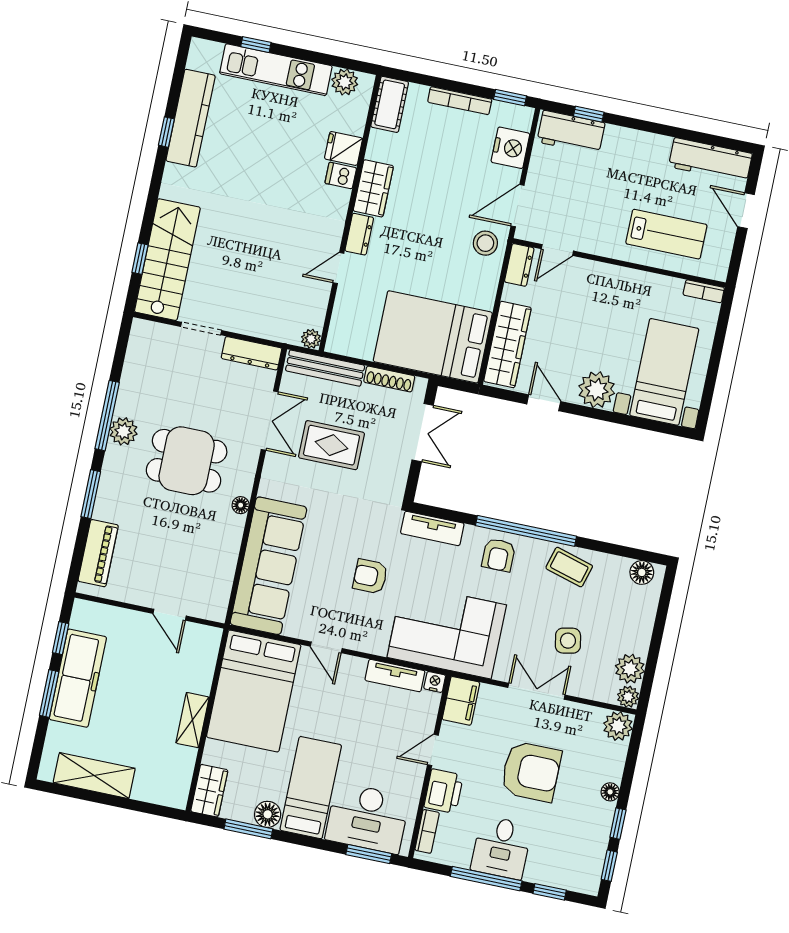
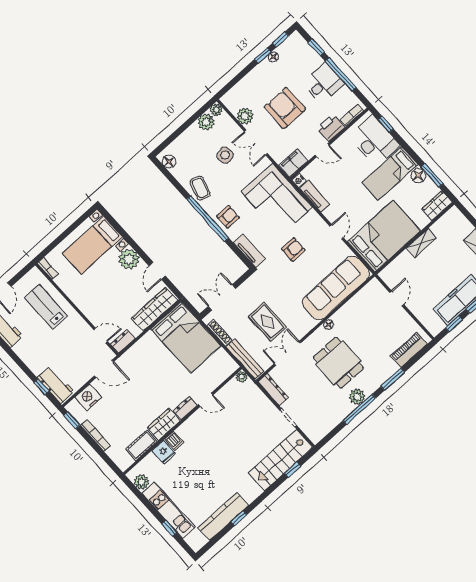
cot: (390, 104) -> (141, 445), moved
stool: (485, 243) -> (131, 362), removed
armchair: (370, 576) -> (293, 250), turned -90
plant: (618, 726) -> (245, 116), moved
floor lamp: (610, 792) -> (273, 57), moved
window: (369, 854) -> (386, 124), width x0.67

